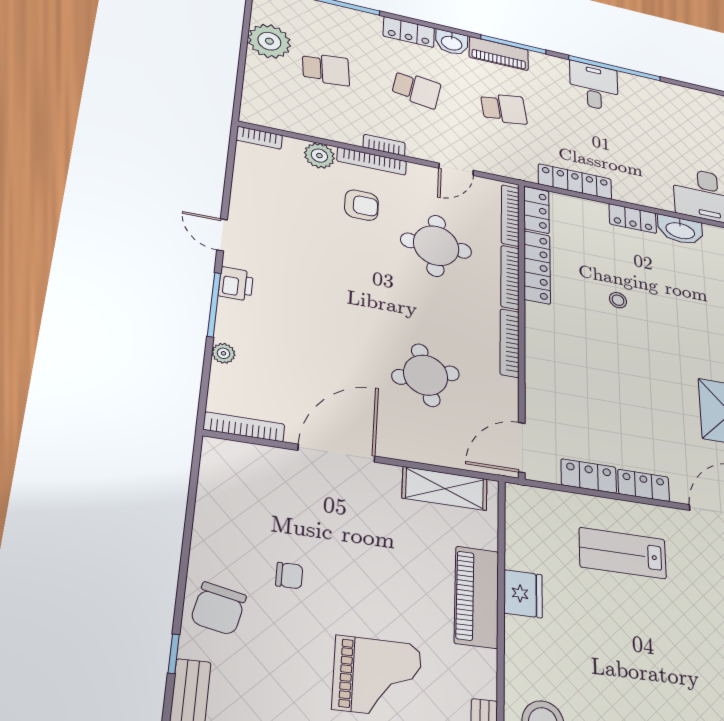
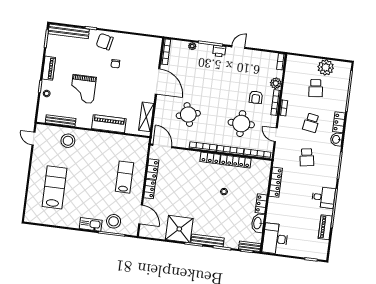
piano: (499, 53) -> (325, 227), moved
locker: (537, 210) -> (210, 158), moved
fridge: (523, 594) -> (110, 140), removed

